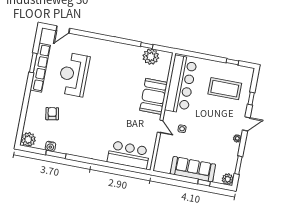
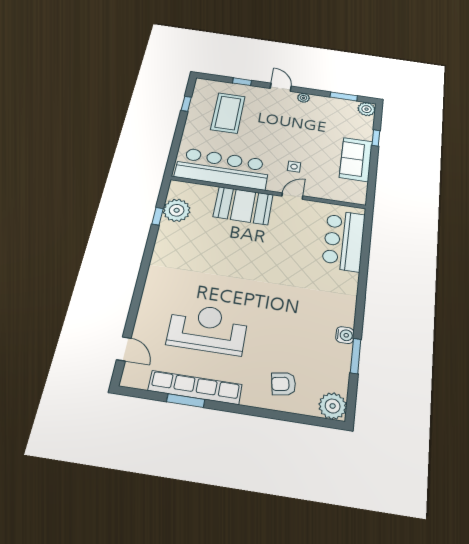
reception desk: (74, 75) -> (208, 329), turned 180
armchair: (52, 114) -> (284, 384), moved
water cooler: (50, 146) -> (345, 335), moved
sofa: (193, 169) -> (356, 159), width x0.73

